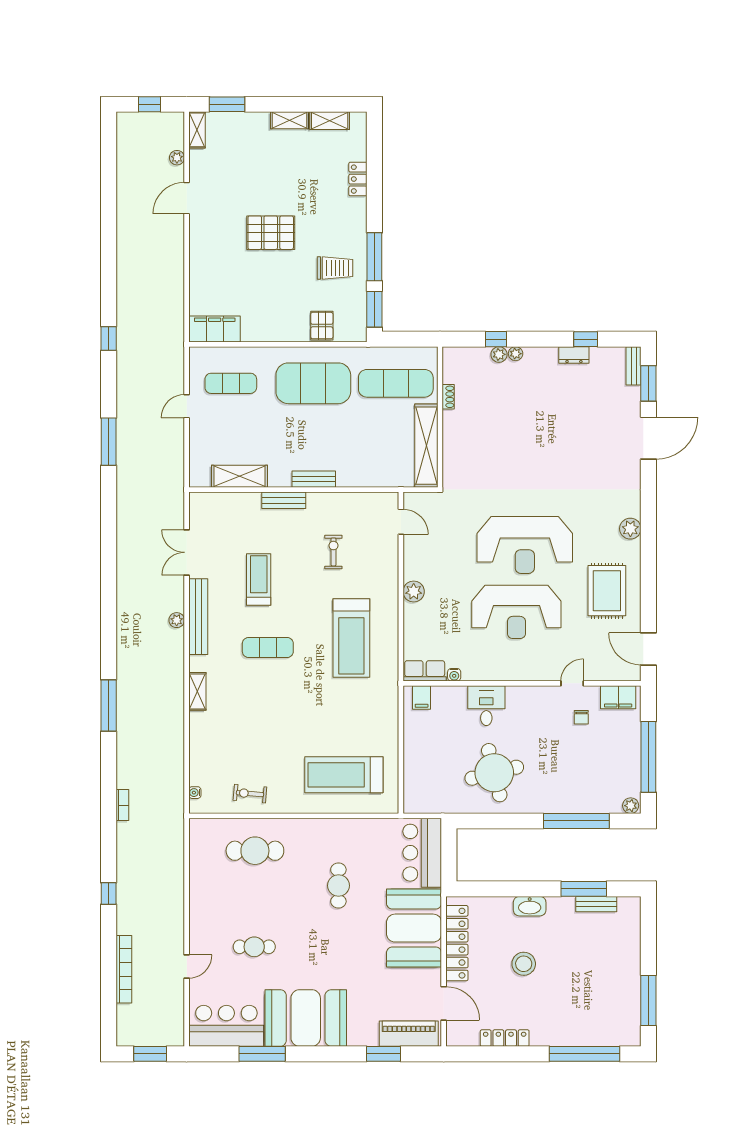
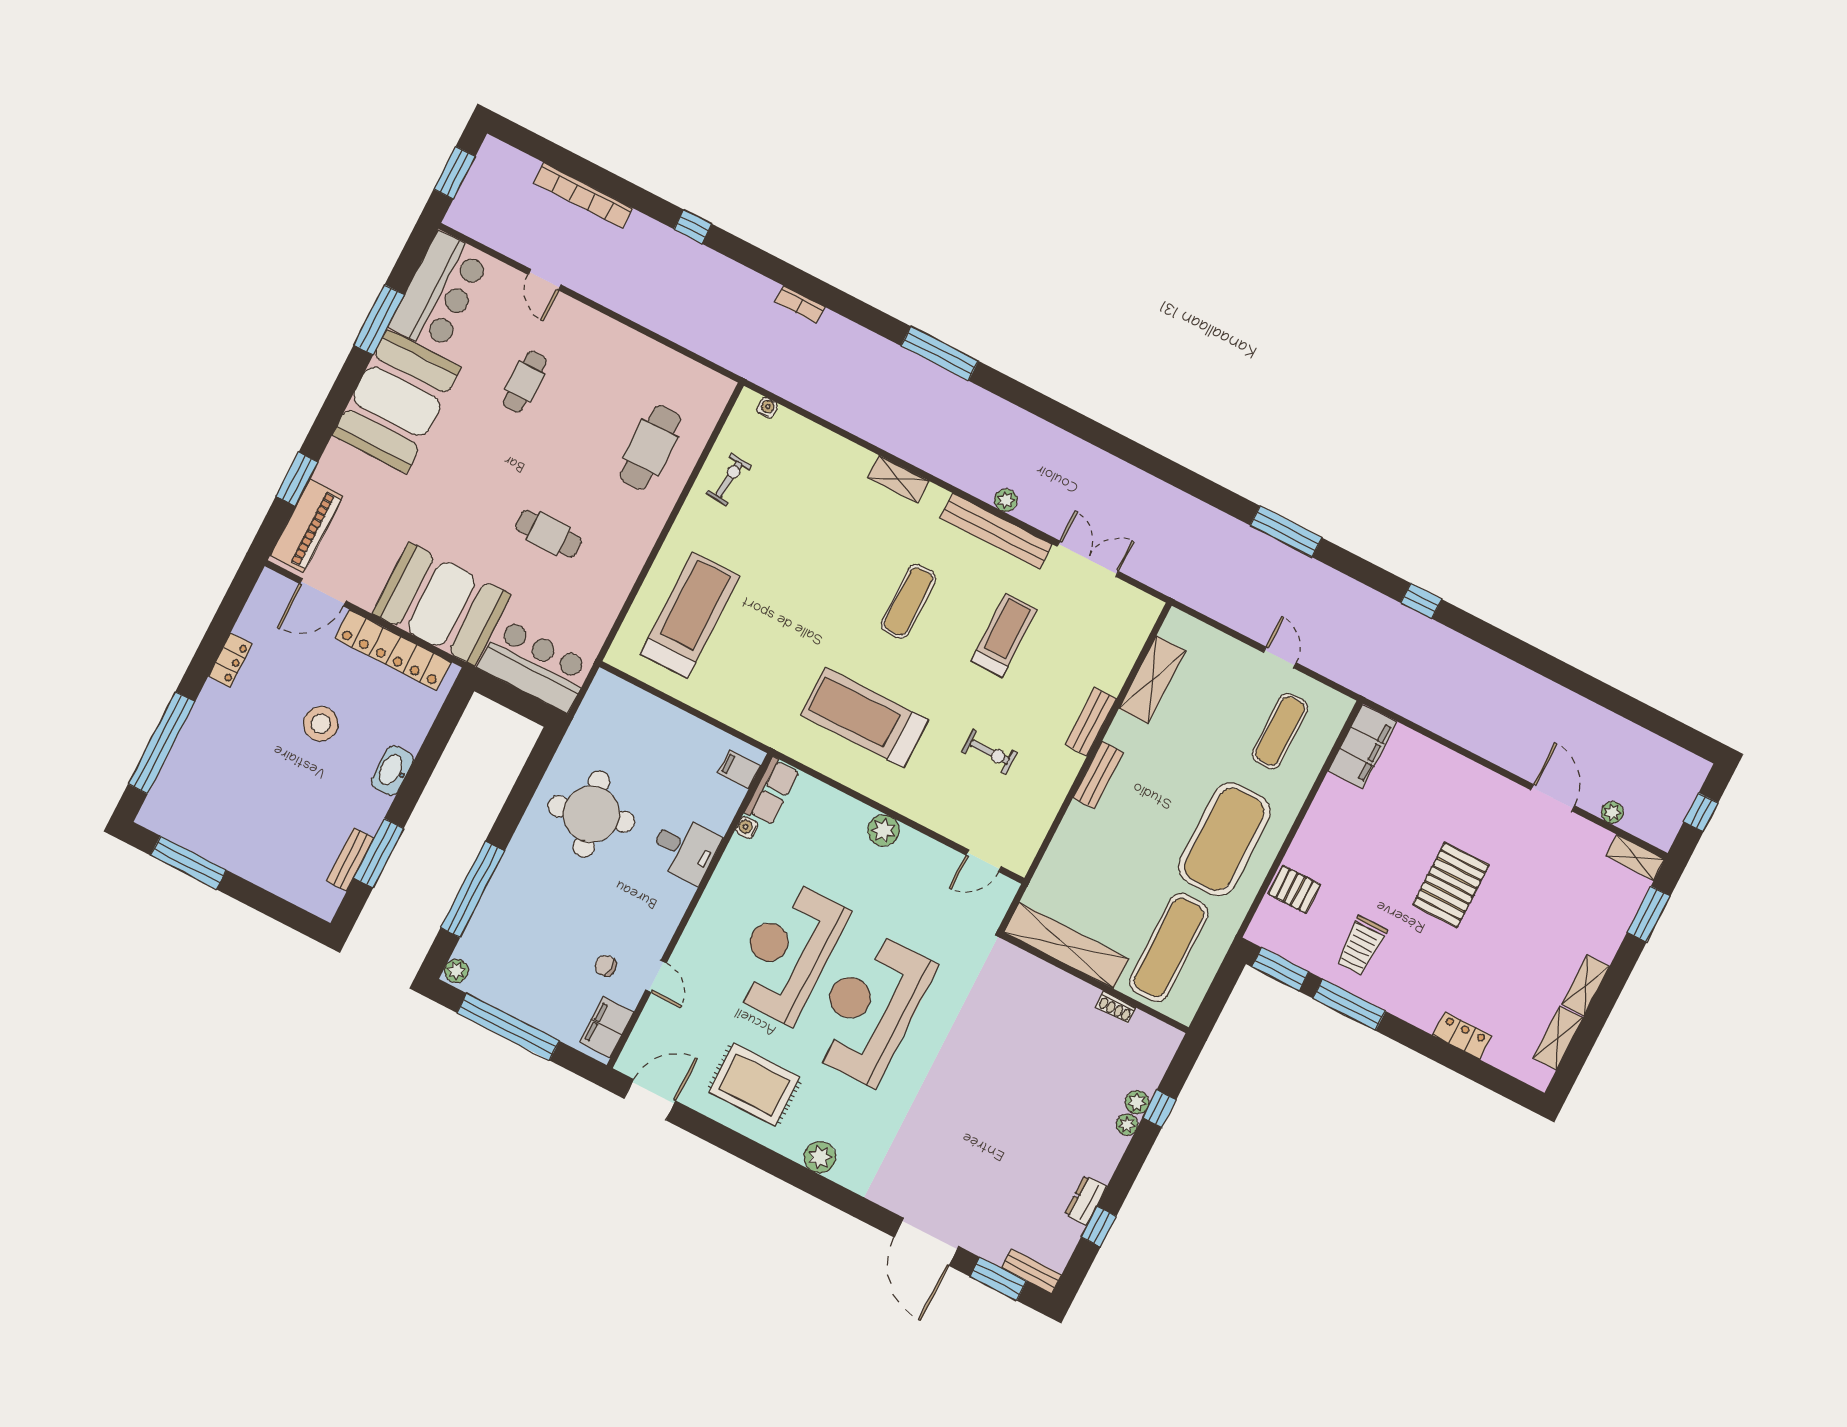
treadmill: (259, 579) -> (1004, 635), turned -90
locker: (505, 1038) -> (230, 660), width x0.66

